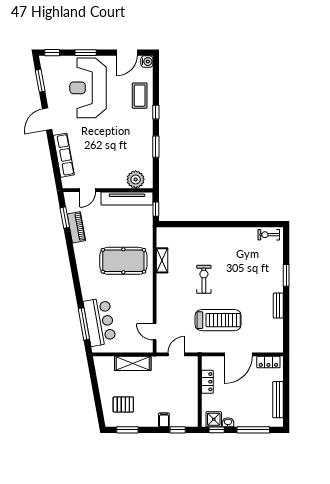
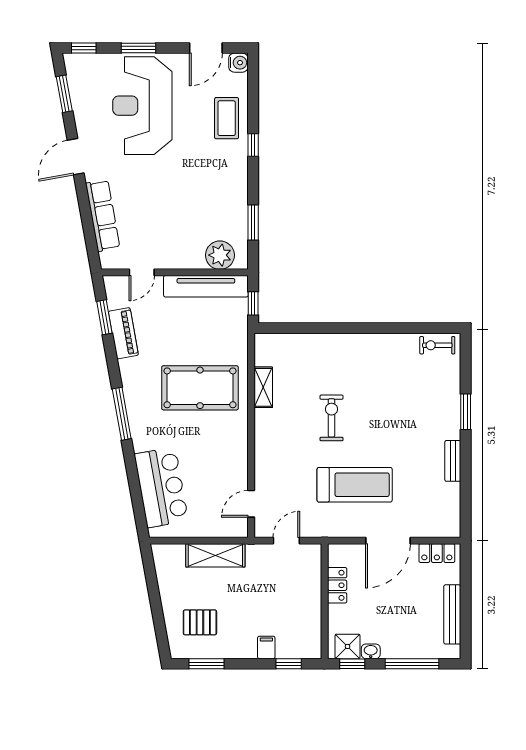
window: (156, 147) -> (253, 222), moved
window: (84, 324) -> (122, 414), moved
door: (155, 332) -> (251, 504), hinge flipped

